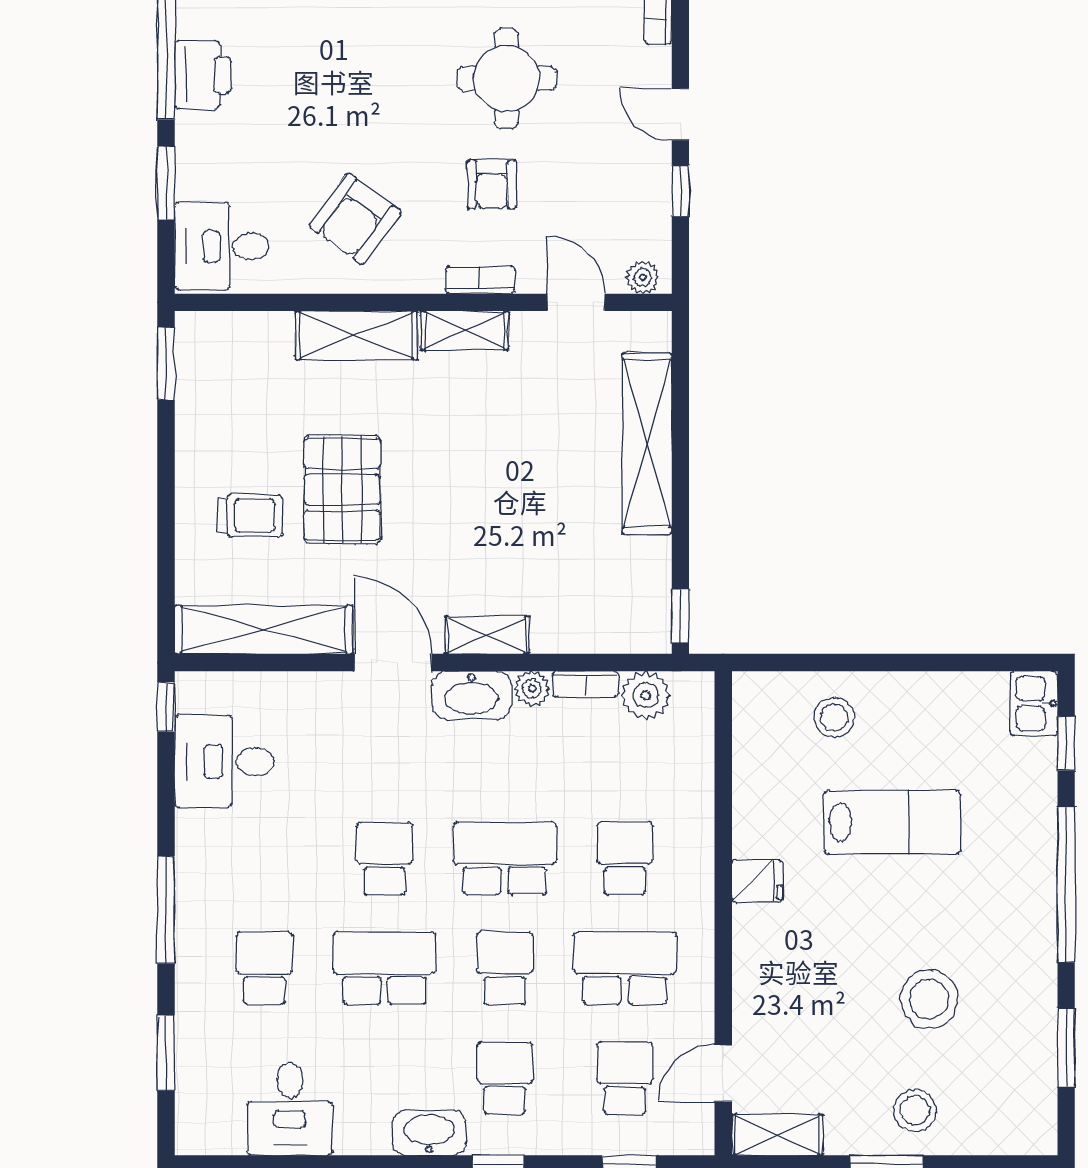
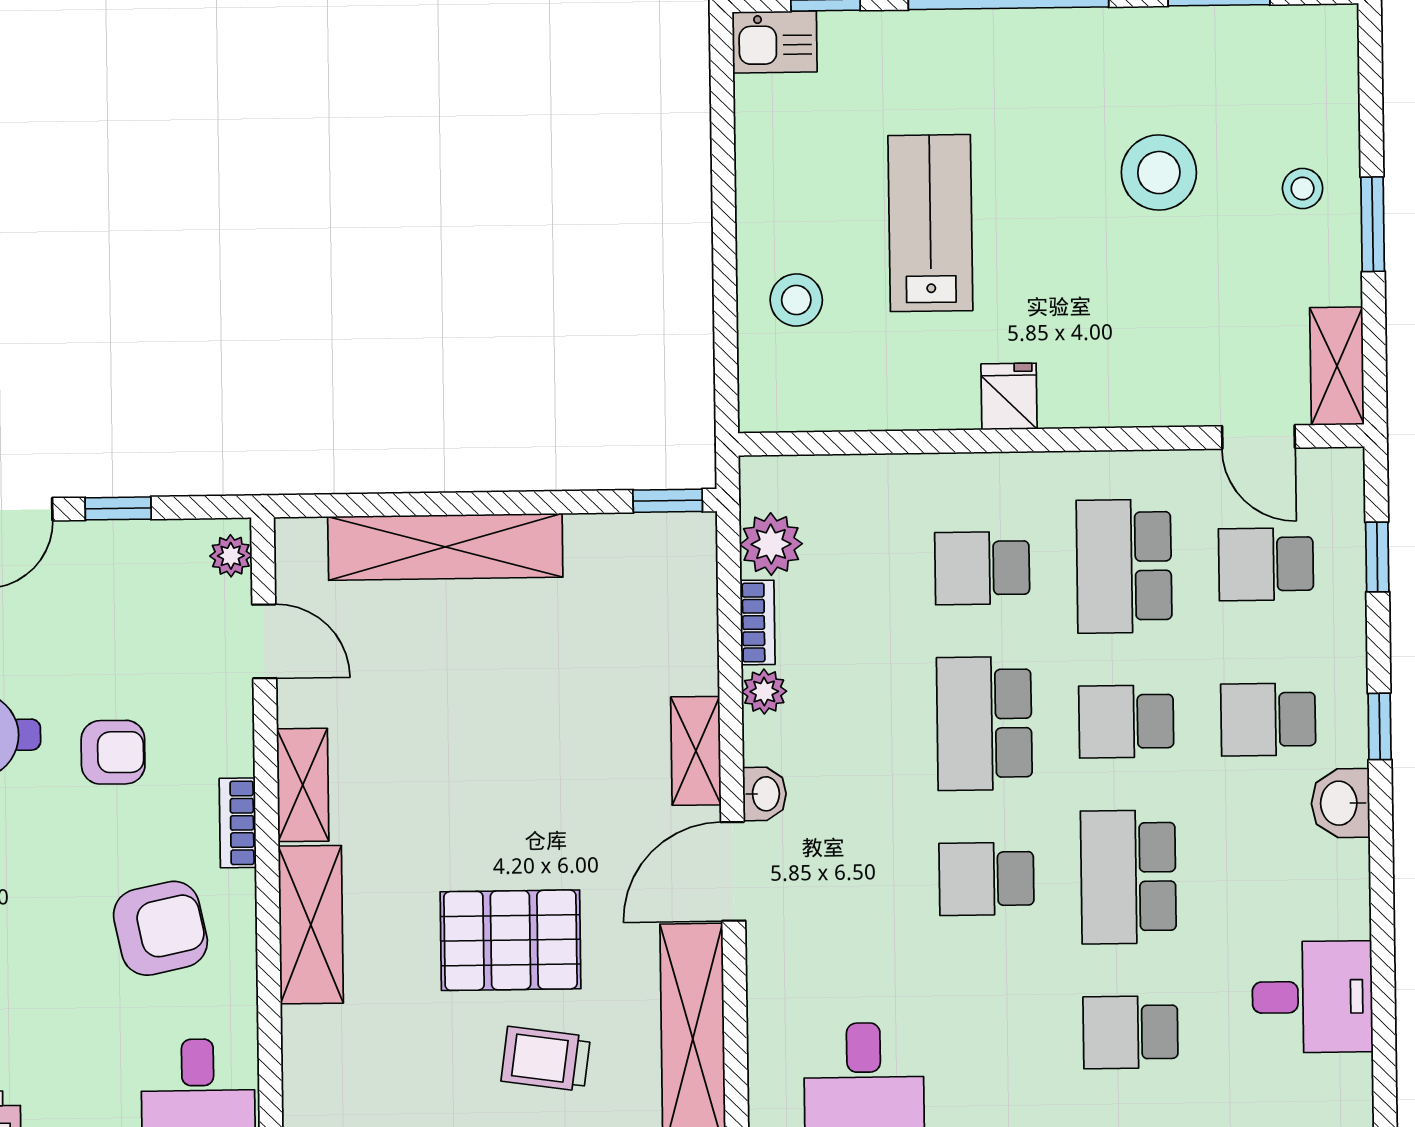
armchair: (355, 219) -> (160, 928), turned -48
bookcase: (480, 280) -> (238, 823), moved
door: (576, 302) -> (264, 641), swing flipped
trolley: (250, 515) -> (546, 1059), turned -82
washbasin: (471, 695) -> (765, 794), width x0.52, depth x0.69
stool: (915, 1110) -> (1303, 188), width x0.73, depth x0.73
washbasin: (429, 1133) -> (1340, 803), width x0.72

